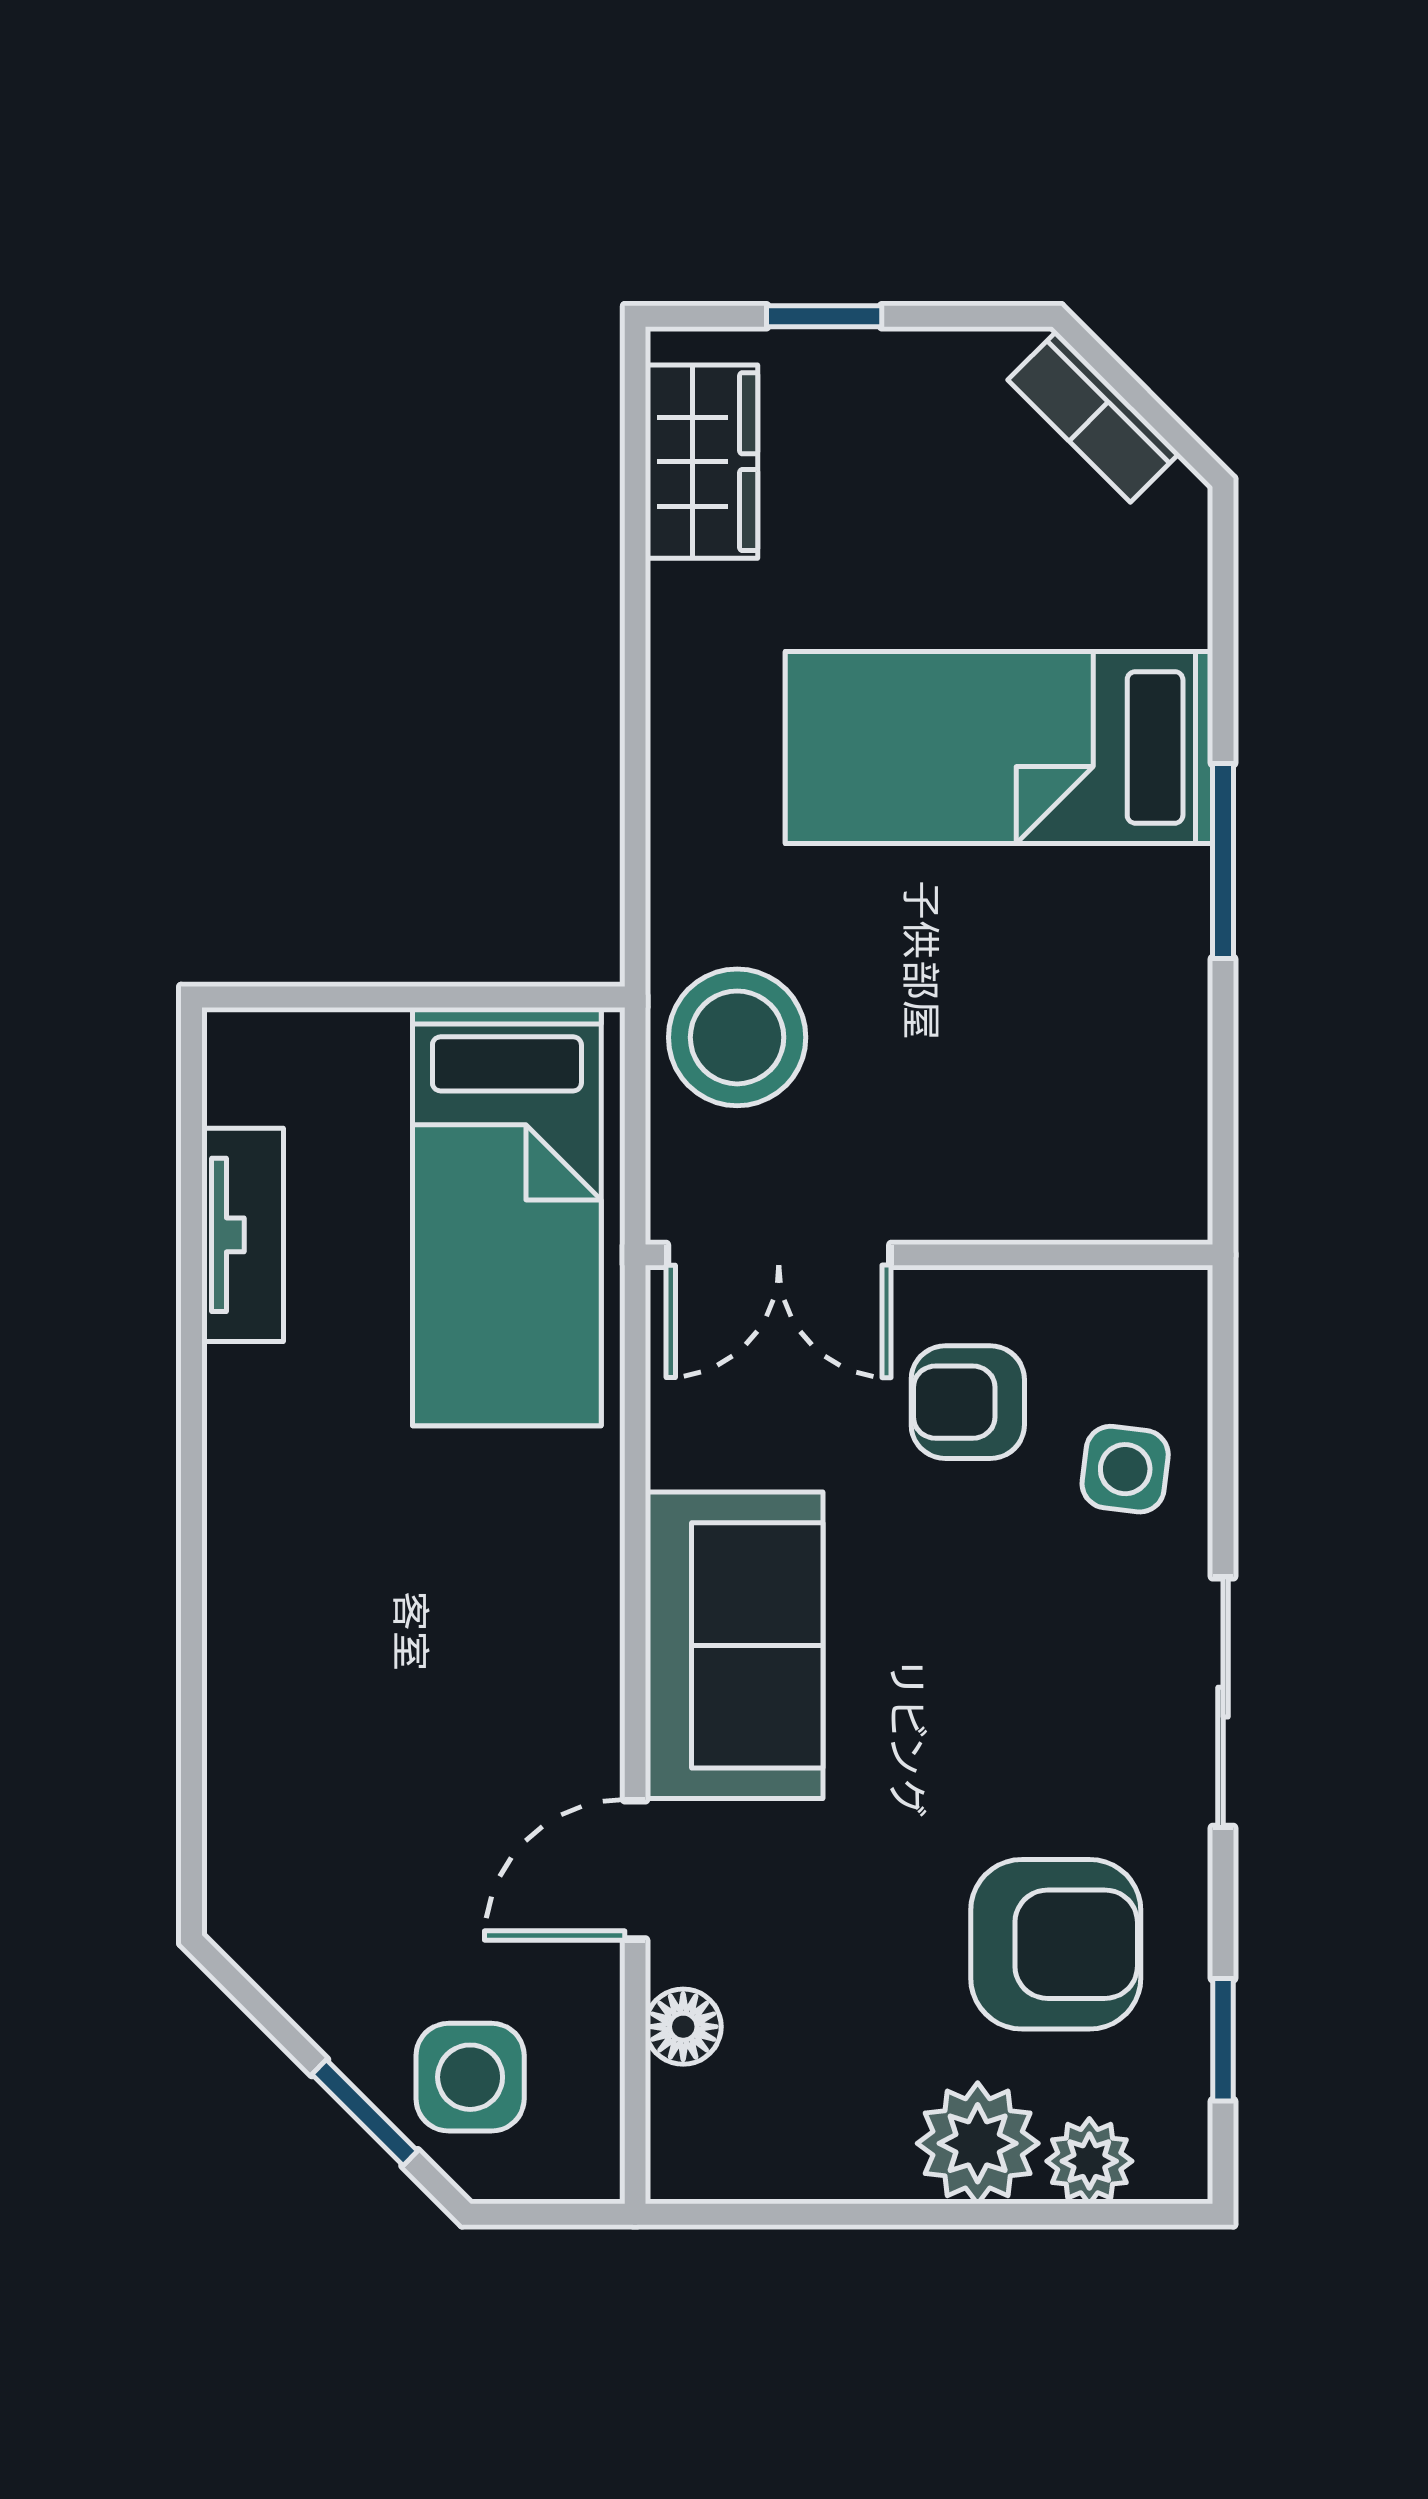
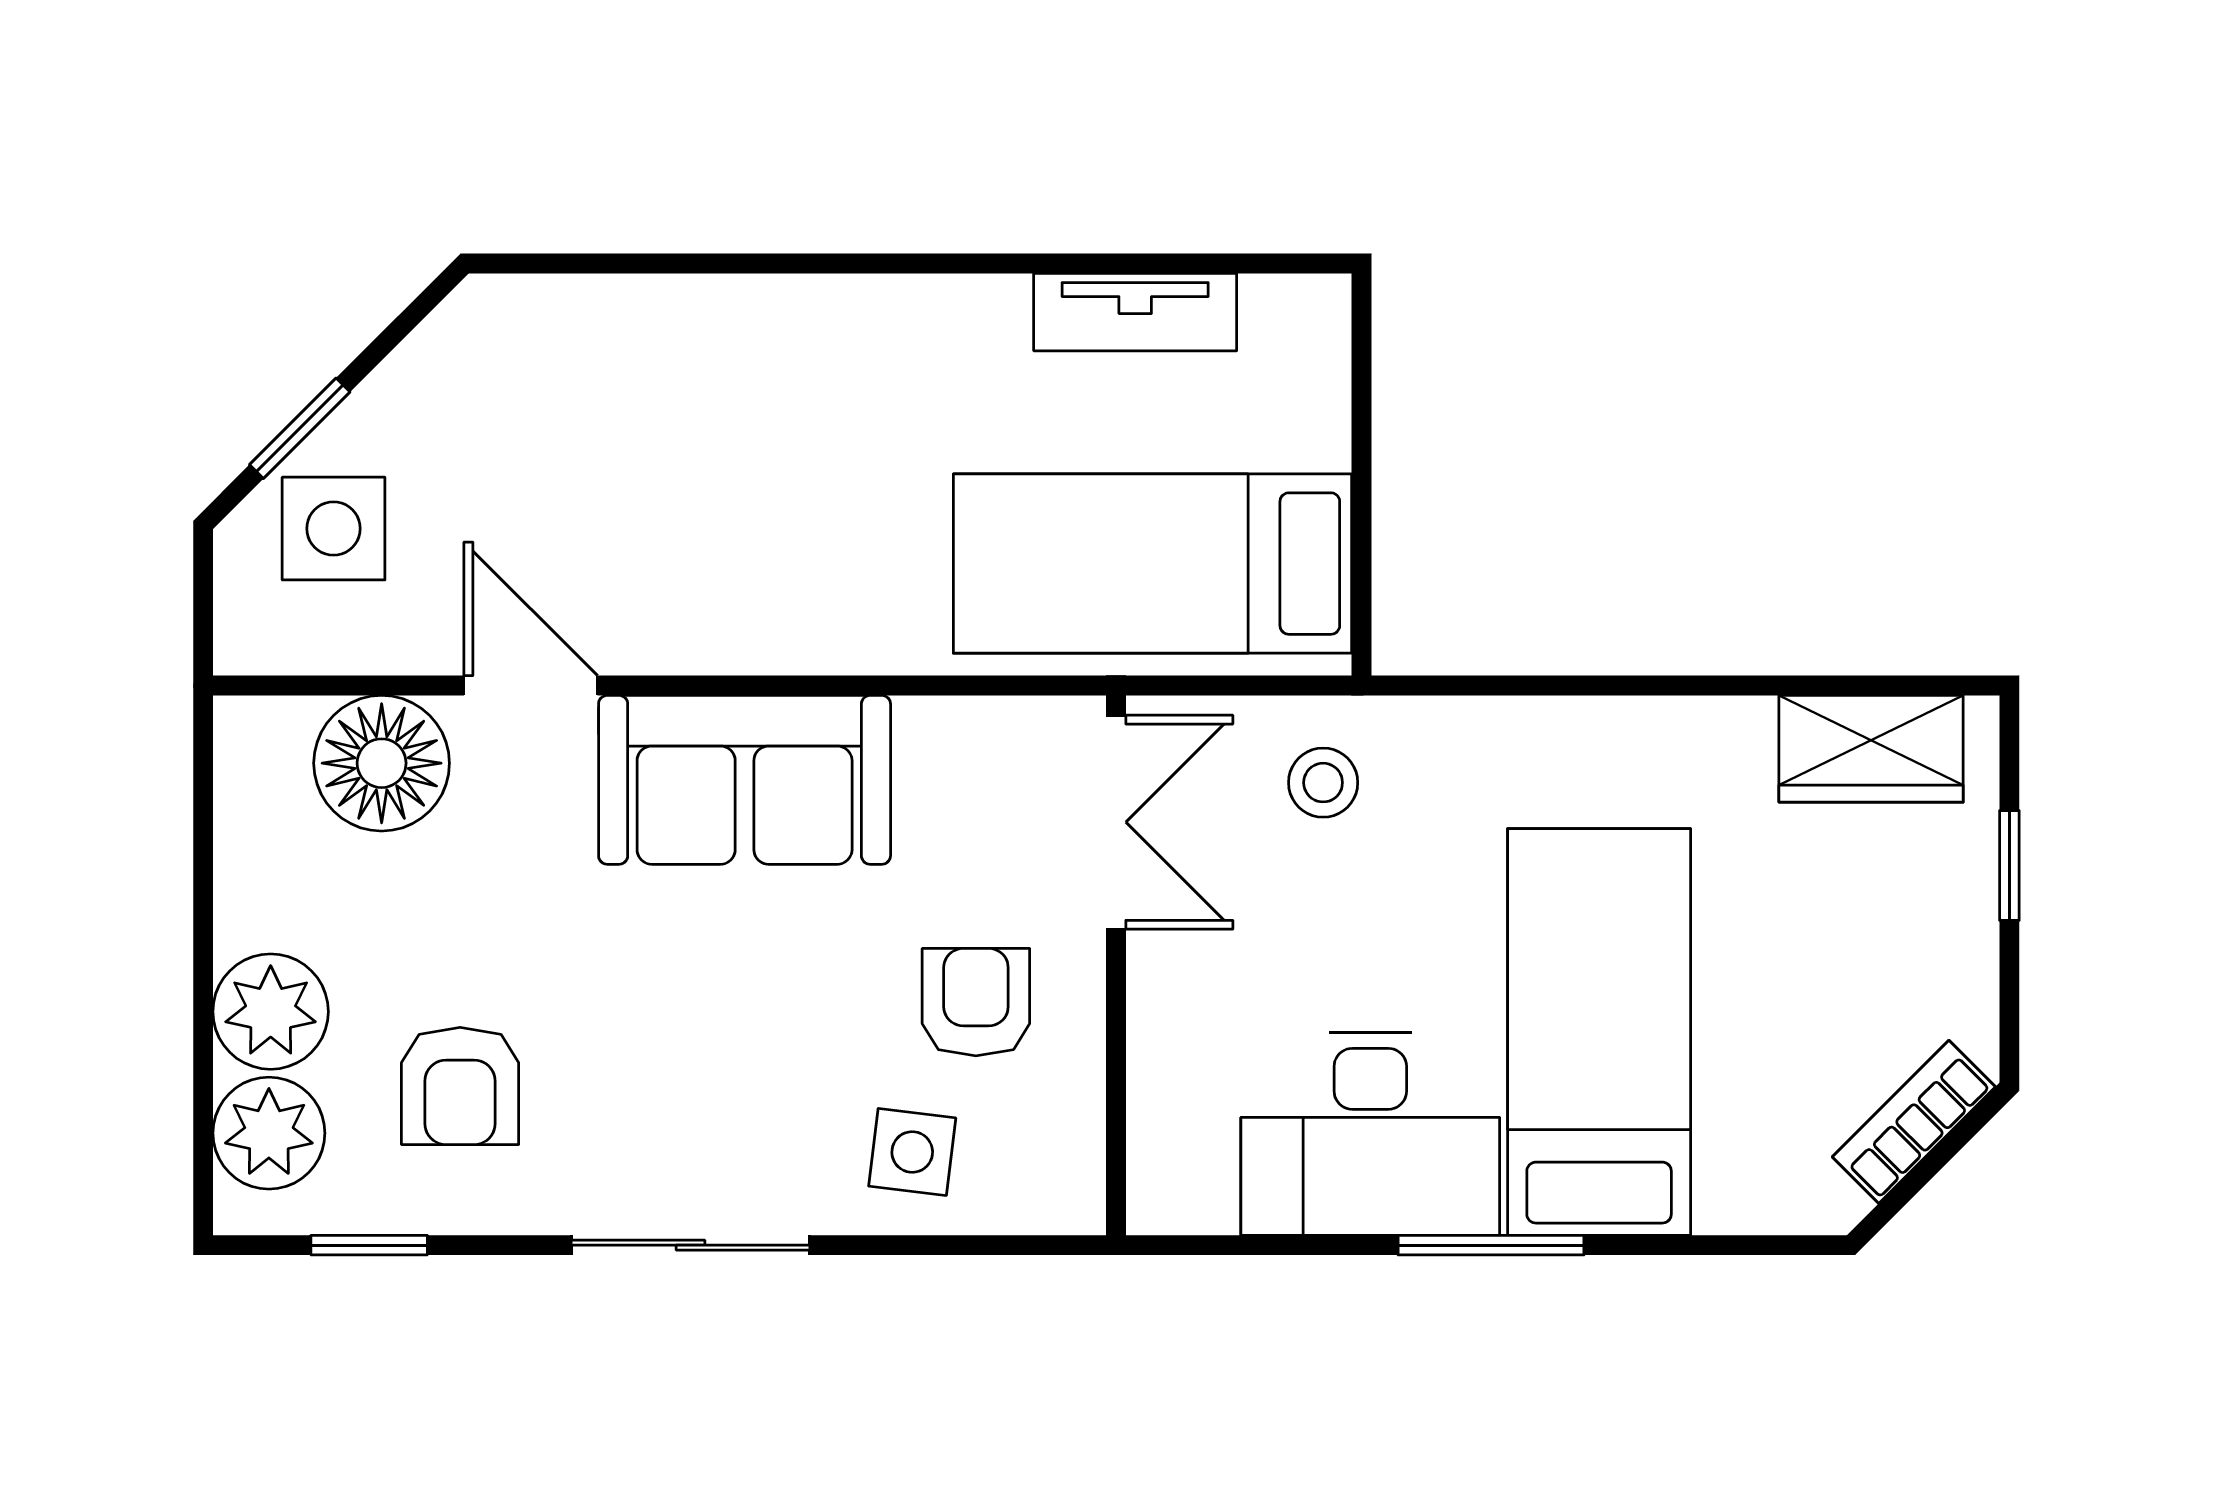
desk: (1106, 988) -> (1370, 1134), added
stool: (737, 1037) -> (1323, 783), width x0.53, depth x0.53
double door: (779, 1255) -> (1116, 822), swing flipped
armchair: (1056, 1944) -> (460, 1086), width x0.72, depth x0.72
floor lamp: (683, 2027) -> (382, 763), width x1.89, depth x1.89
plant: (1089, 2161) -> (269, 1133), width x1.38, depth x1.38

